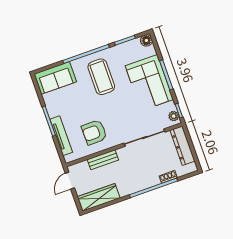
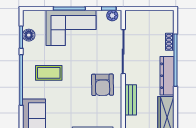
floor lamp: (146, 40) -> (29, 35), moved
coffee table: (101, 77) -> (49, 73), width x0.73, depth x0.76
armchair: (94, 132) -> (102, 85), moved
dresser: (183, 146) -> (167, 76), moved, turned 90

